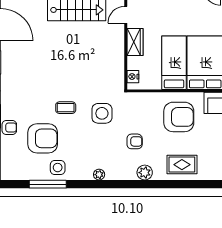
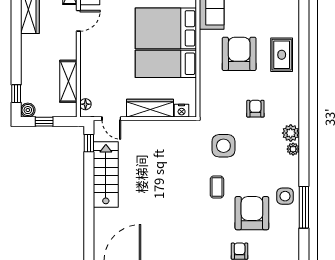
wardrobe: (135, 42) -> (150, 108), width x1.50
armchair: (179, 117) -> (239, 54), moved
plant: (145, 173) -> (291, 133), moved

